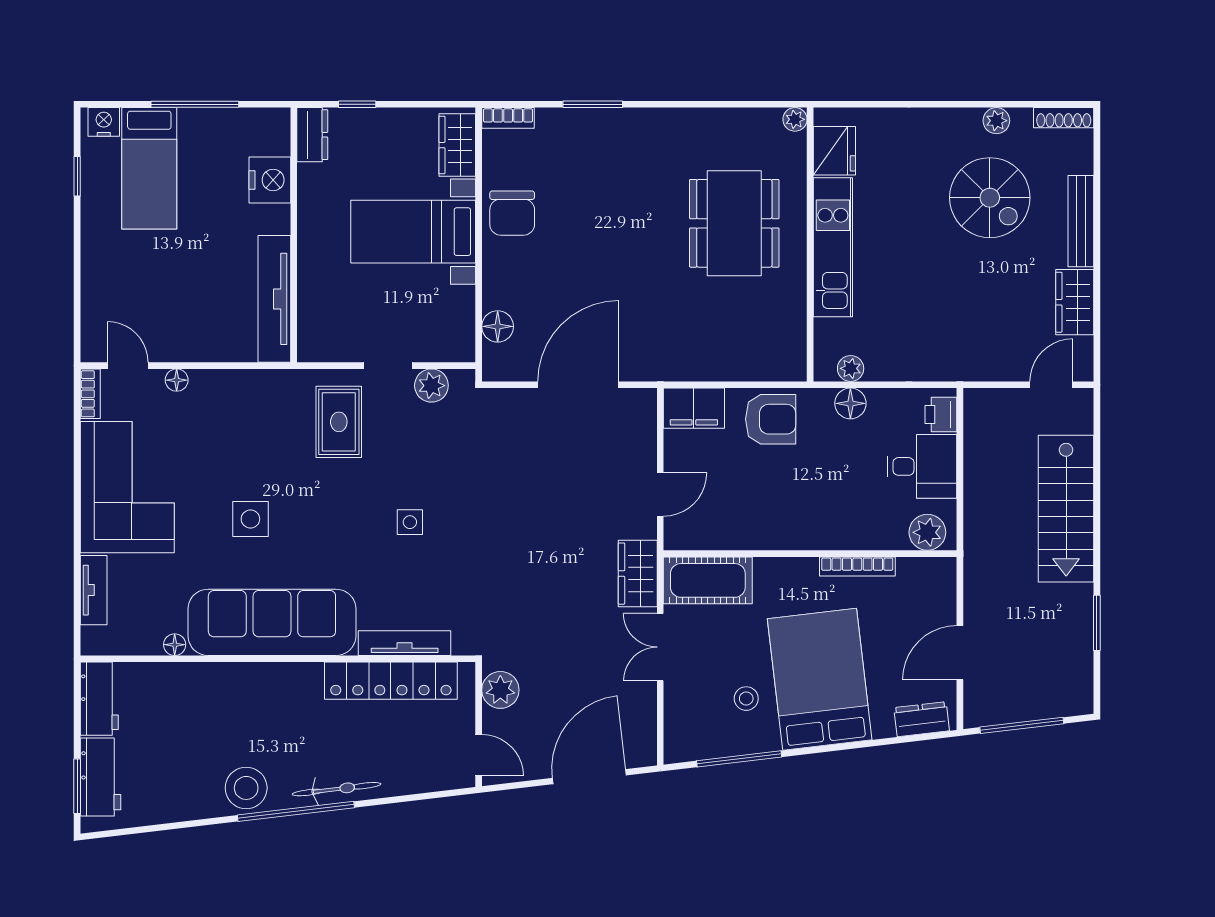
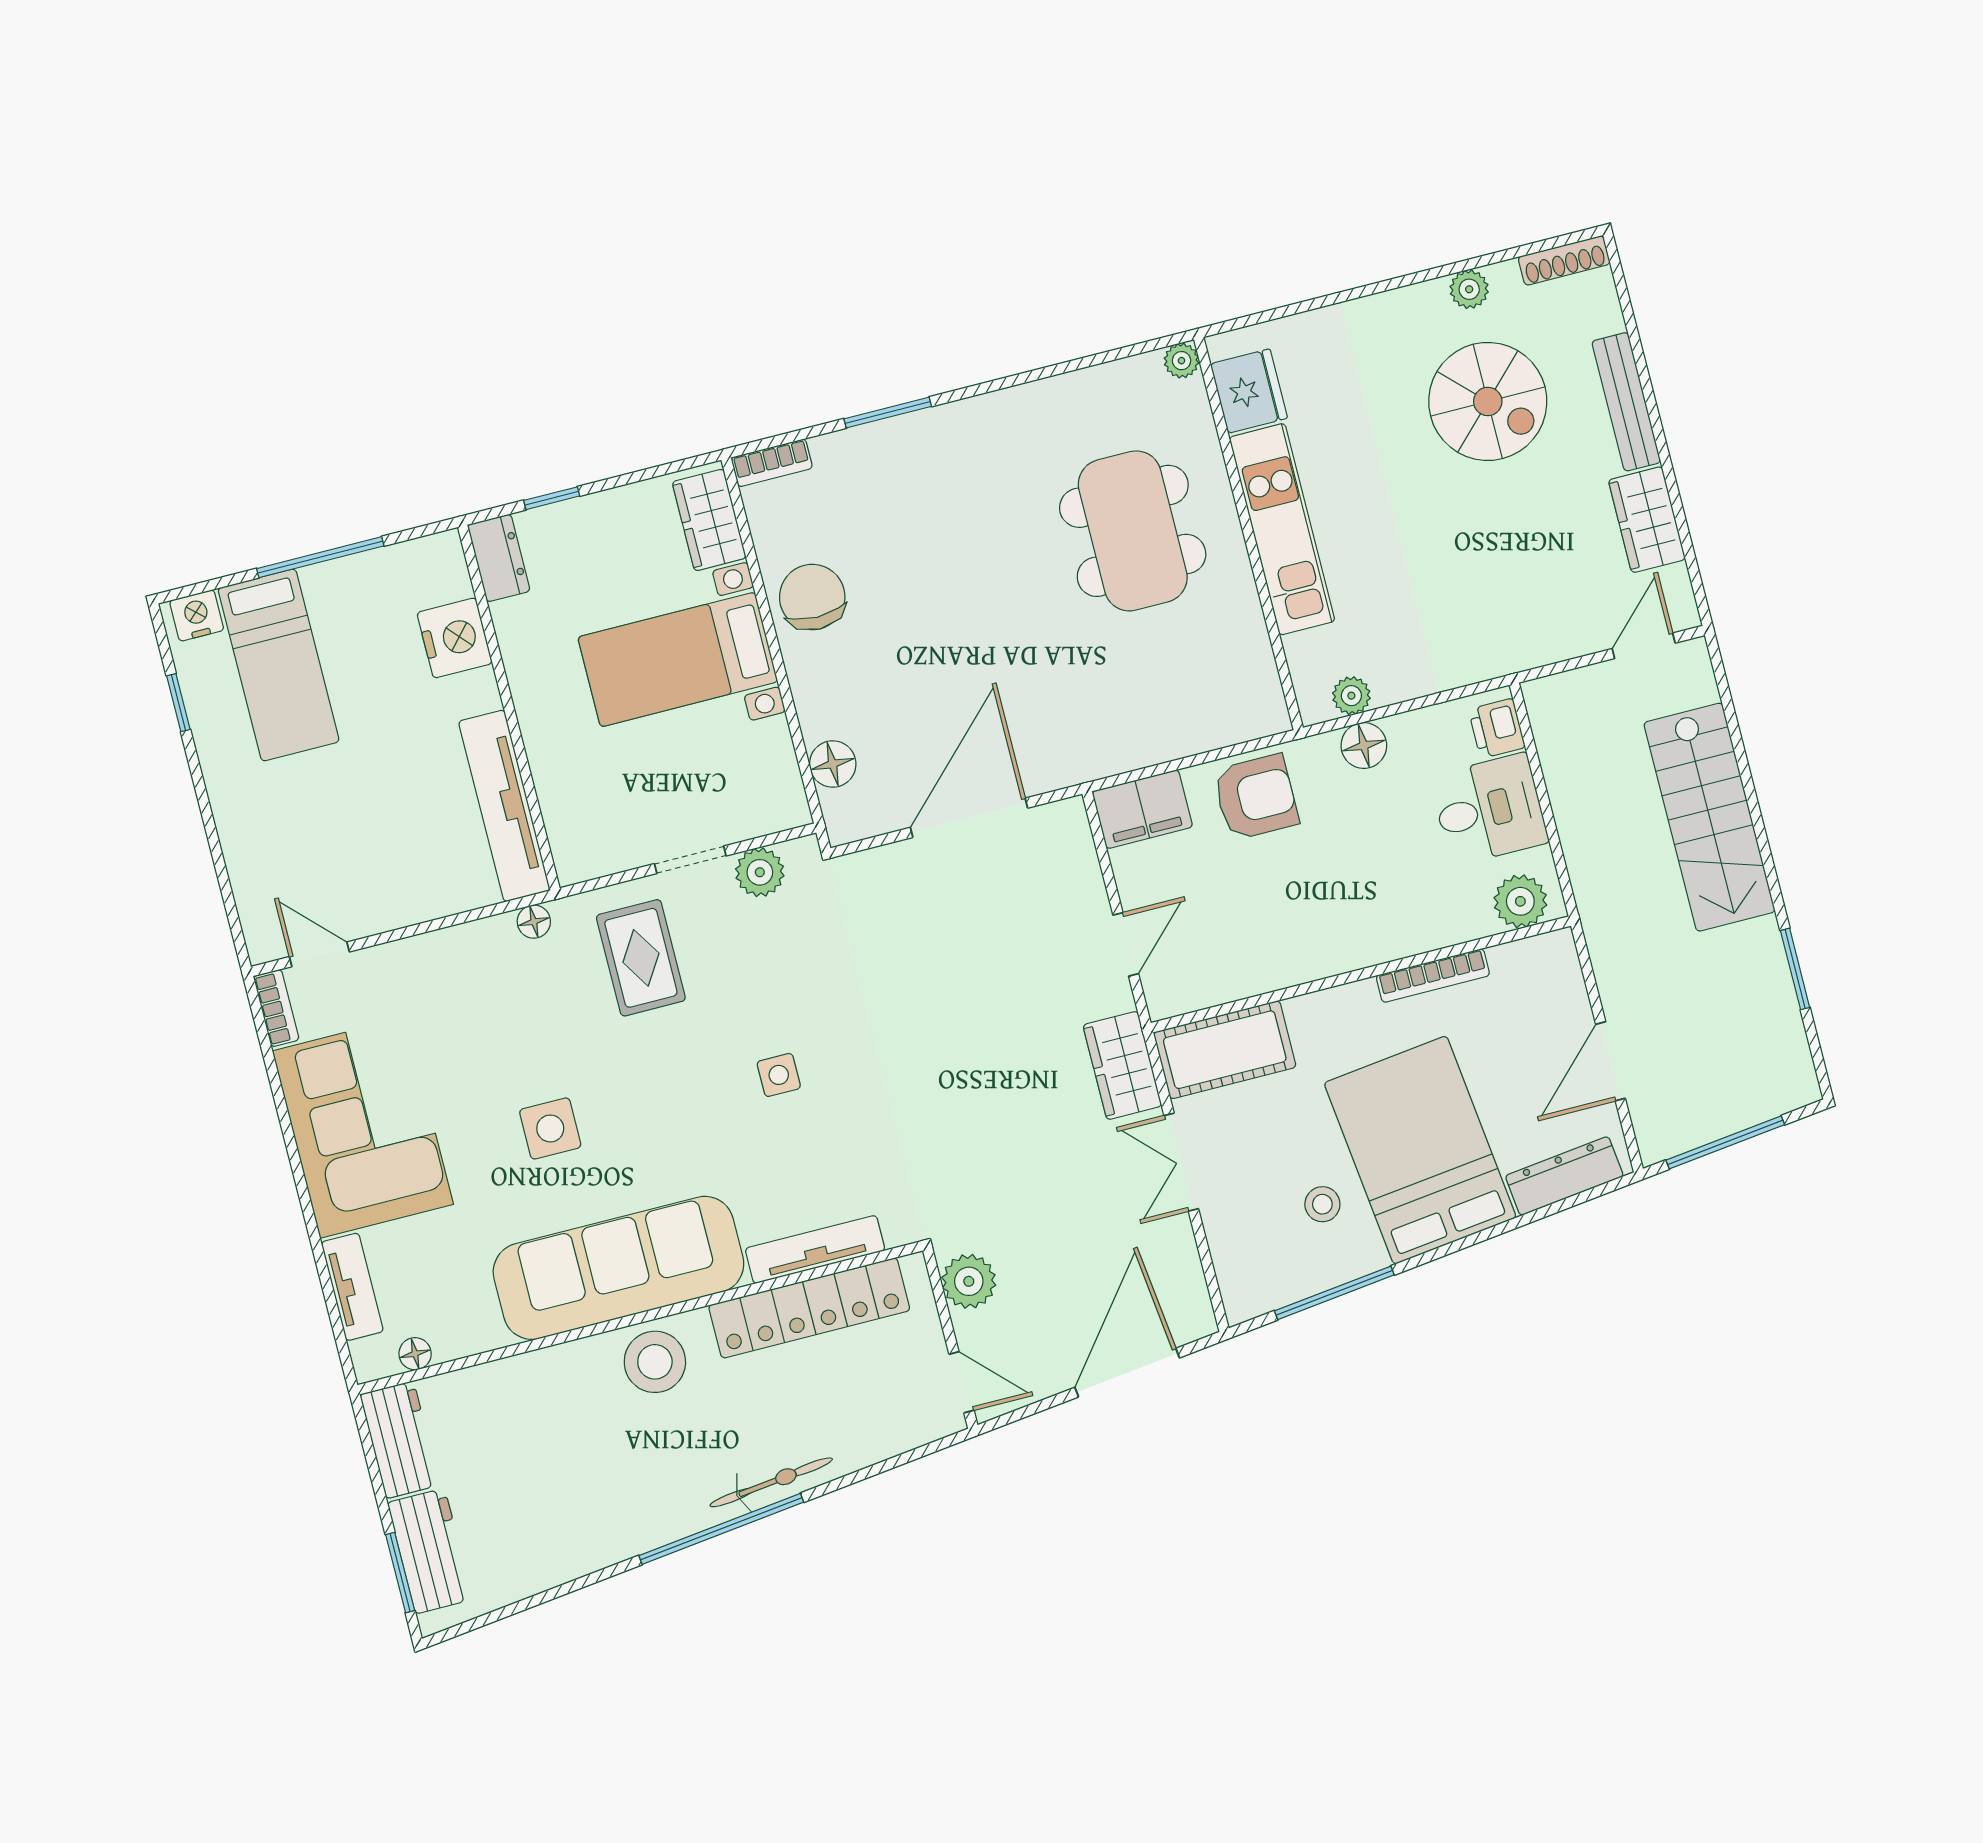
chair: (512, 213) -> (812, 597), turned 180
floor lamp: (177, 380) -> (534, 922), moved
floor lamp: (175, 645) -> (415, 1354), moved
dresser: (922, 719) -> (1564, 1176), width x1.44
stool: (246, 788) -> (655, 1362), moved

